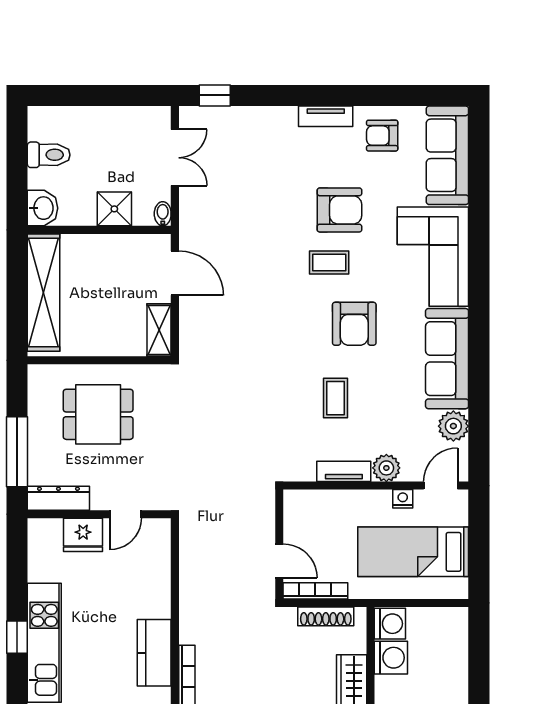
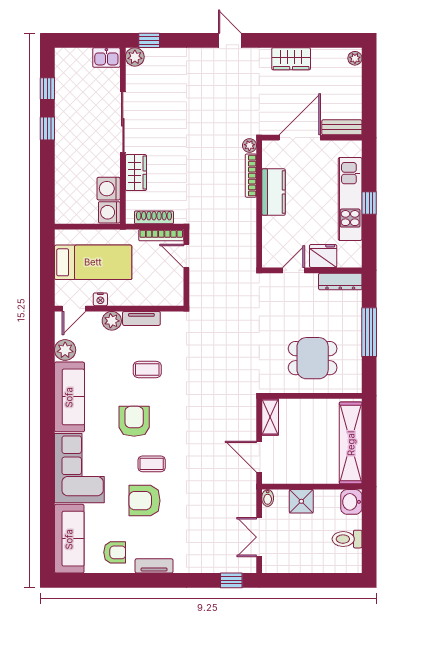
coffee table: (335, 398) -> (147, 369), turned 90
dresser: (58, 498) -> (340, 282), moved
wall: (99, 514) -> (312, 270), moved
door: (126, 514) -> (294, 270), moved
fridge: (83, 535) -> (323, 256), moved

